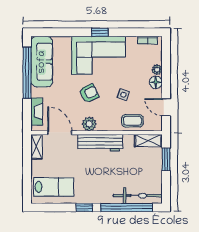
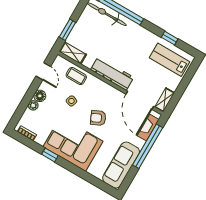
window: (100, 32) -> (50, 155), moved
window: (27, 73) -> (148, 146), moved
plant: (89, 124) -> (112, 93), removed
door: (60, 133) -> (140, 100), width x1.36
window: (84, 207) -> (170, 38), moved

